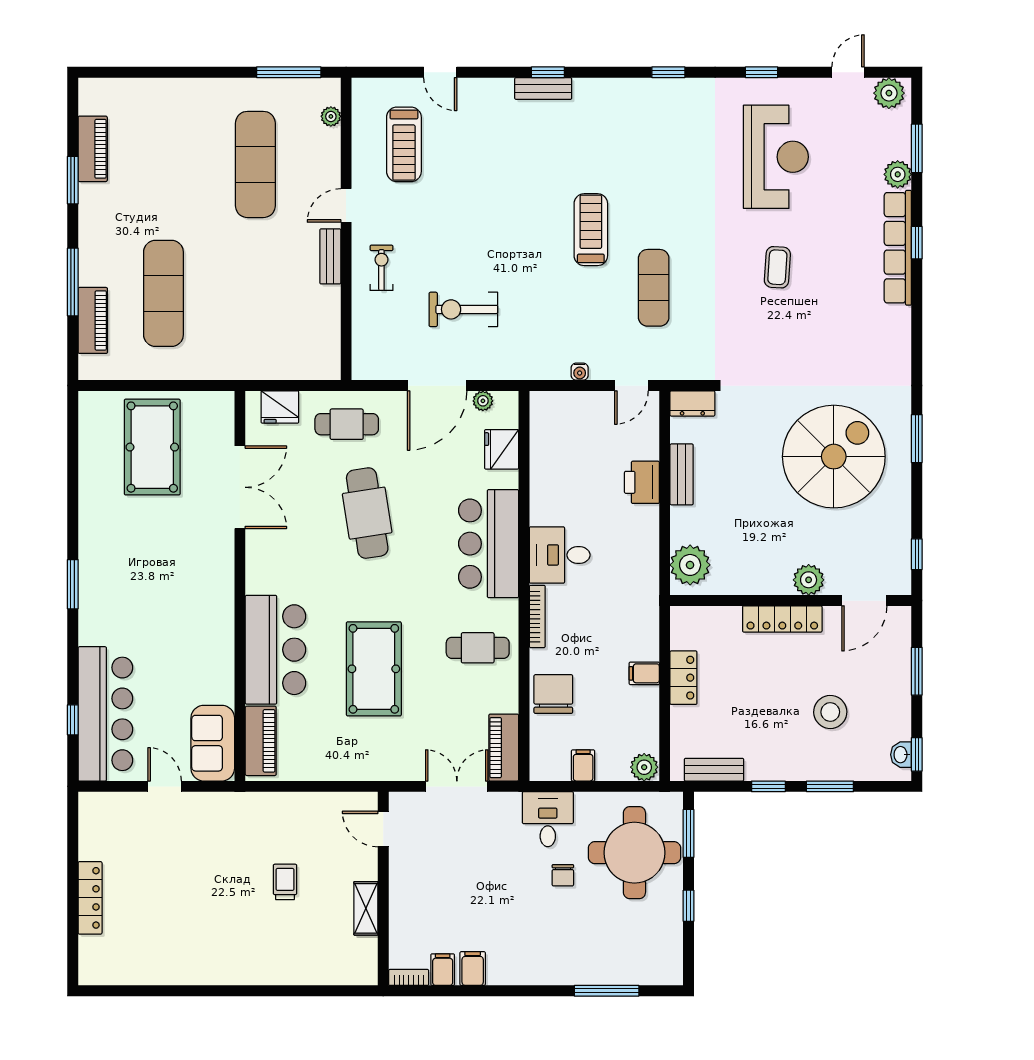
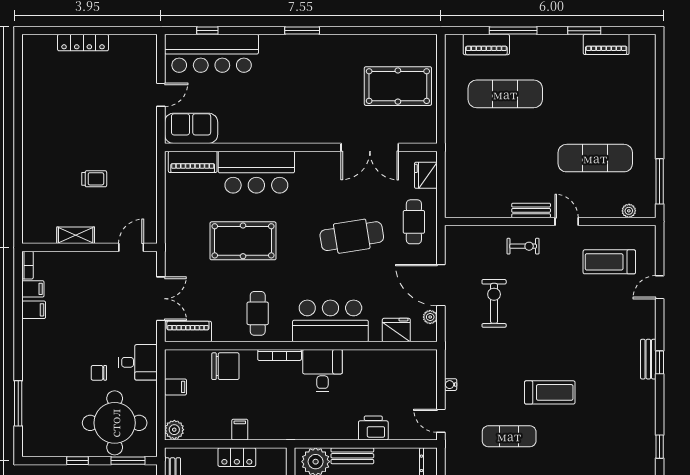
bench: (682, 474) -> (352, 456), moved

